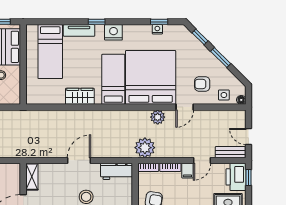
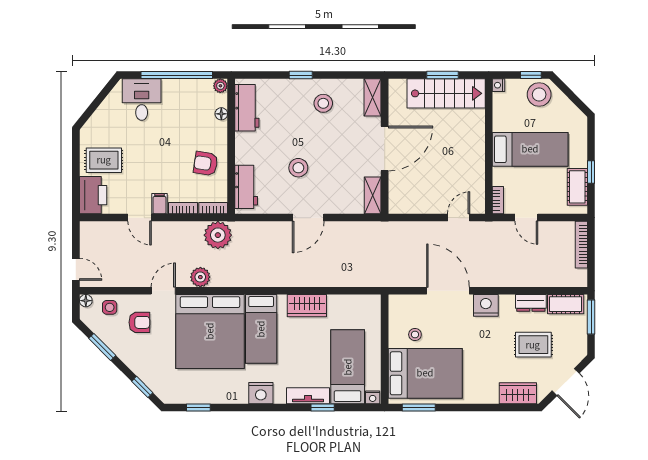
window: (97, 22) -> (323, 408), moved
nightstand: (157, 29) -> (373, 397), moved
window: (221, 58) -> (102, 347), moved
door: (248, 136) -> (76, 269), moved
bench: (230, 152) -> (101, 229), removed
door: (202, 160) -> (139, 218), swing flipped
workbench: (117, 171) -> (246, 187), moved, turned 90
window: (248, 177) -> (76, 194), removed

